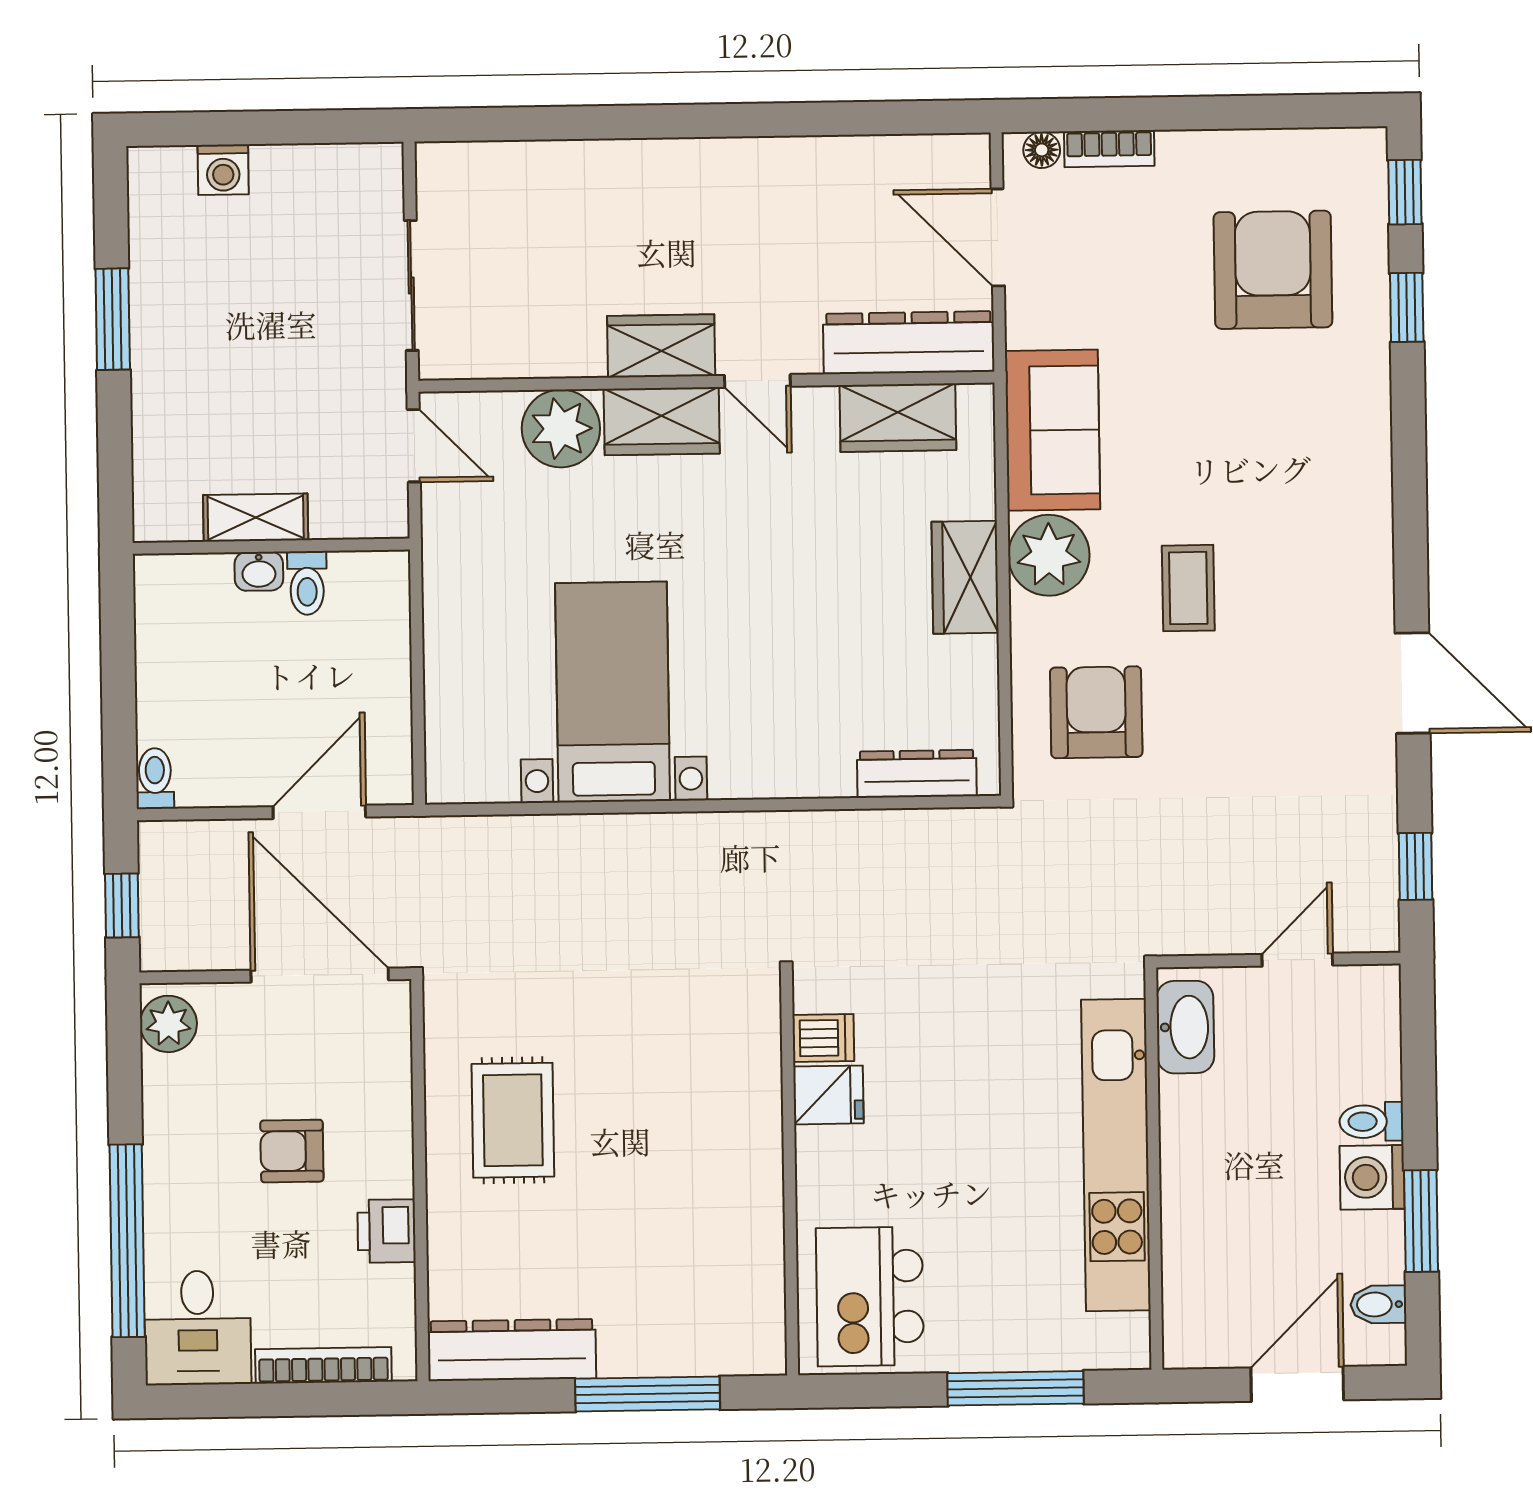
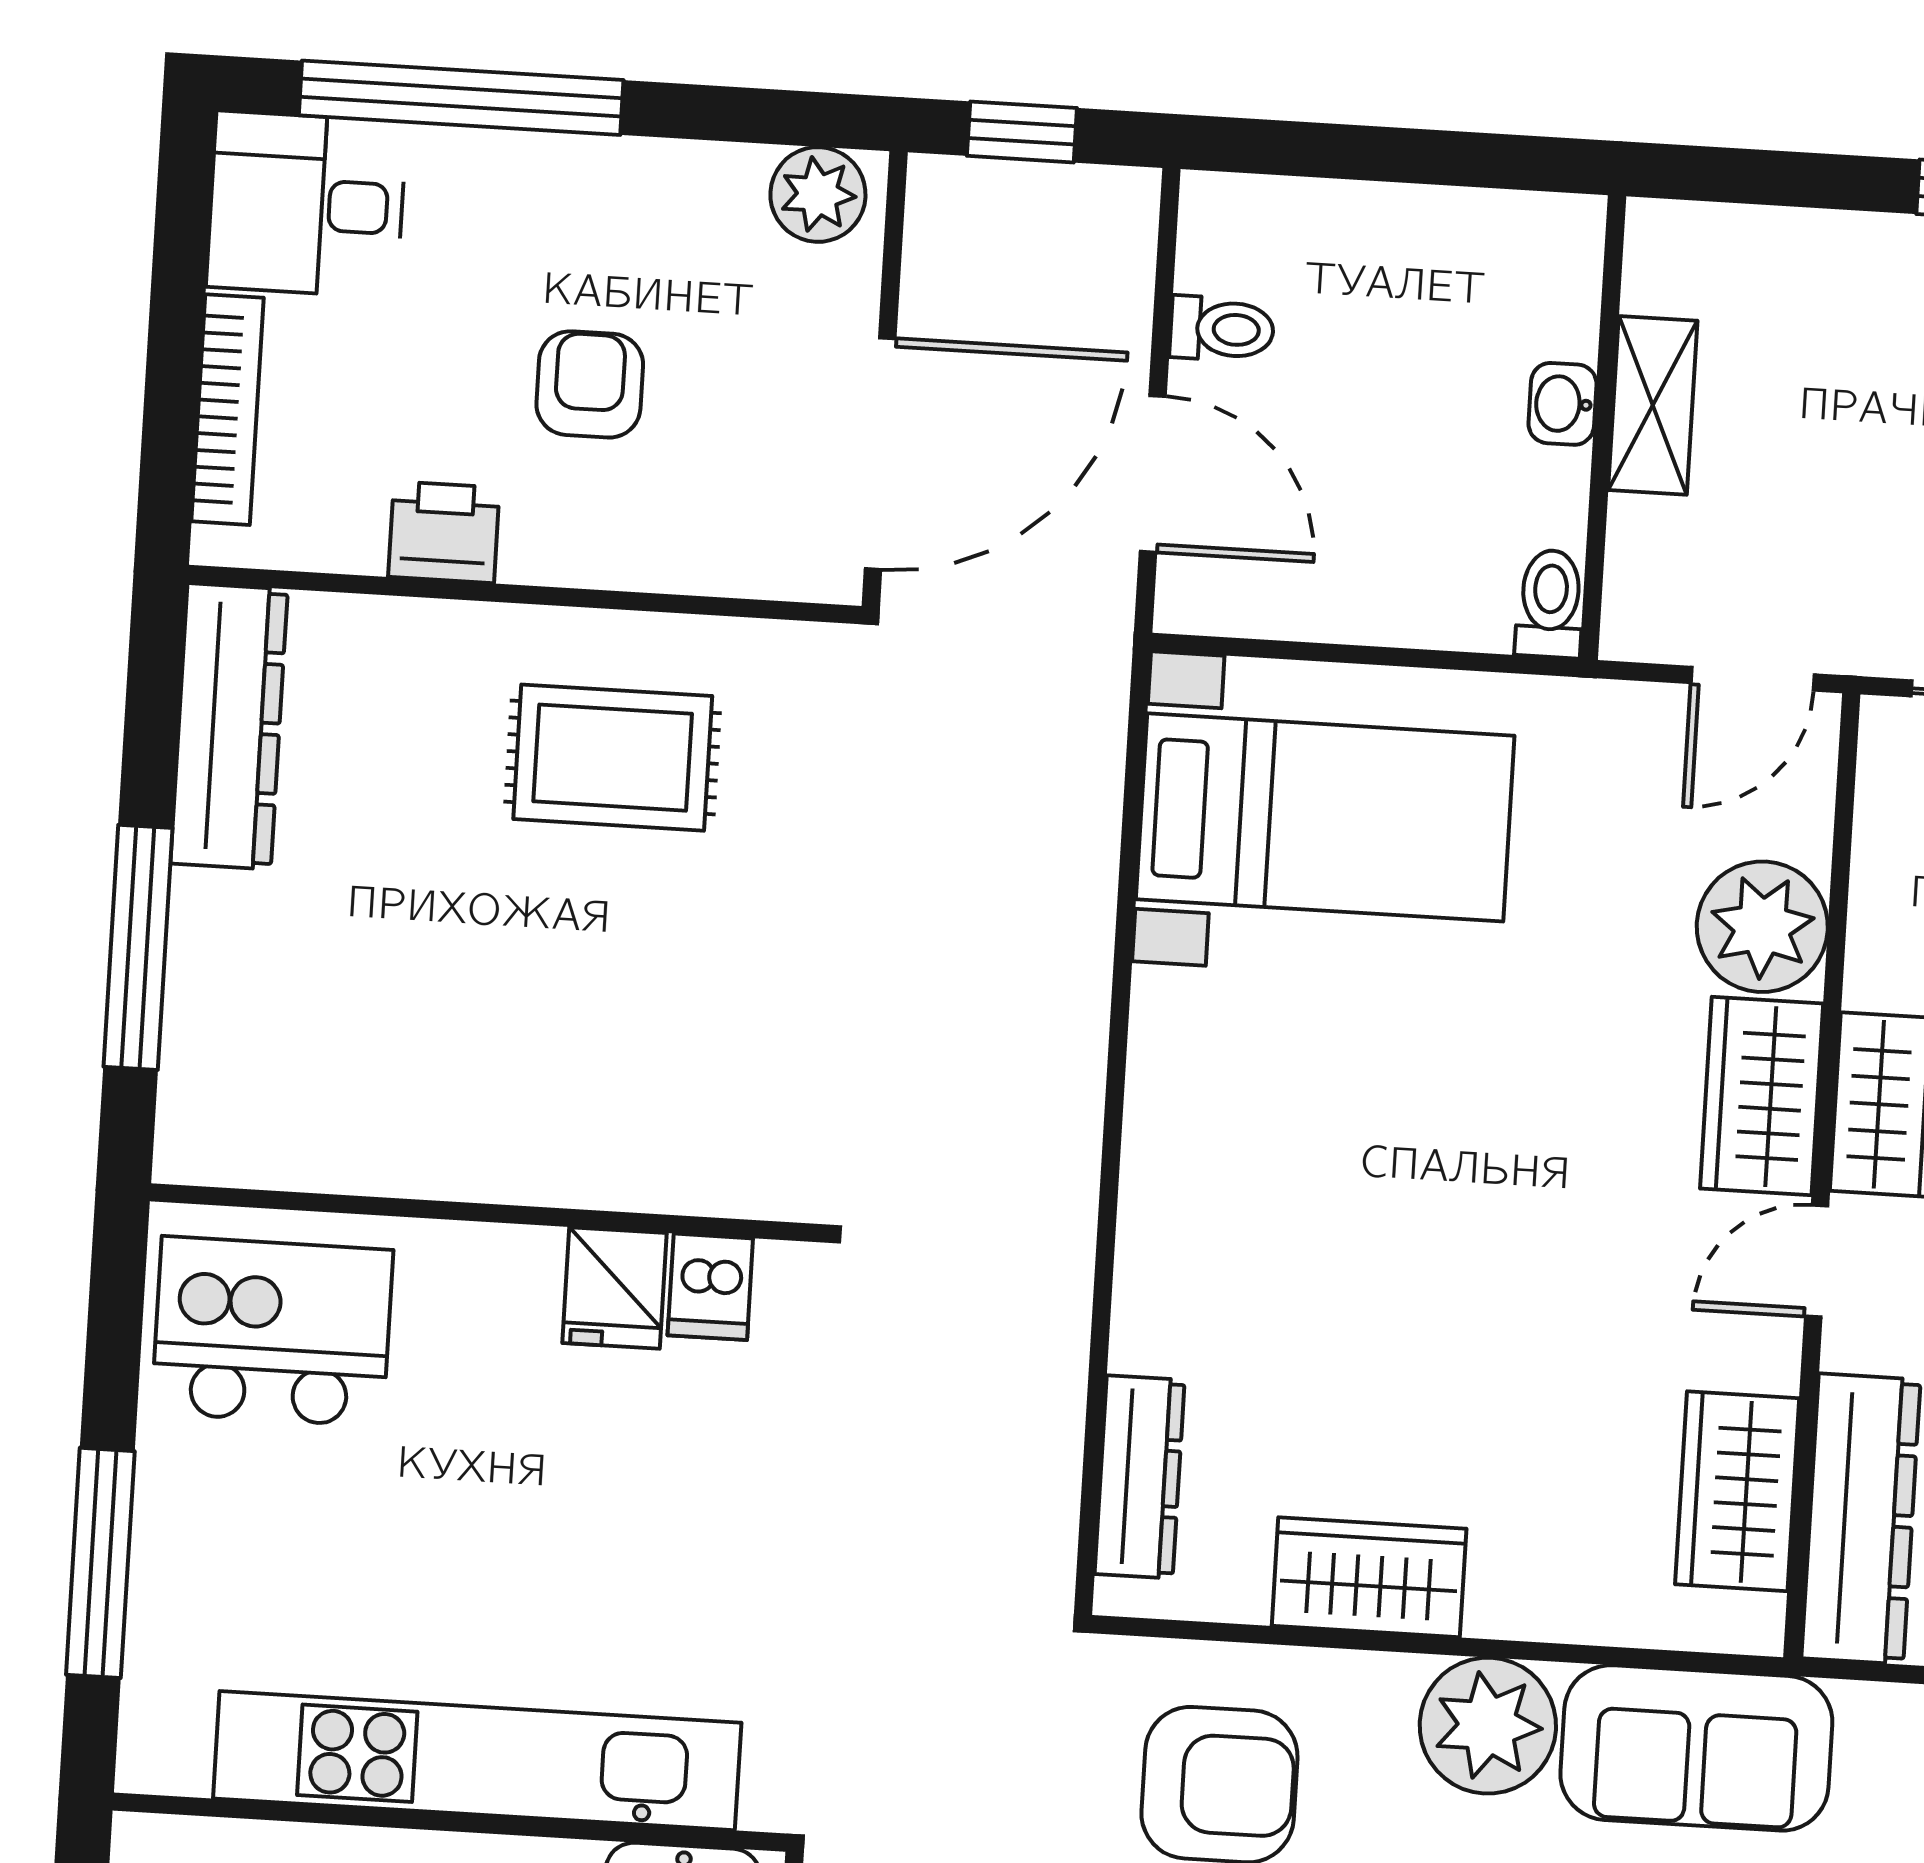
wardrobe: (965, 577) -> (1369, 1577), moved
toilet: (307, 583) -> (1550, 604), moved, turned 90
bed with nightstands: (613, 692) -> (1325, 817), moved
toilet: (155, 779) -> (1222, 329), moved

